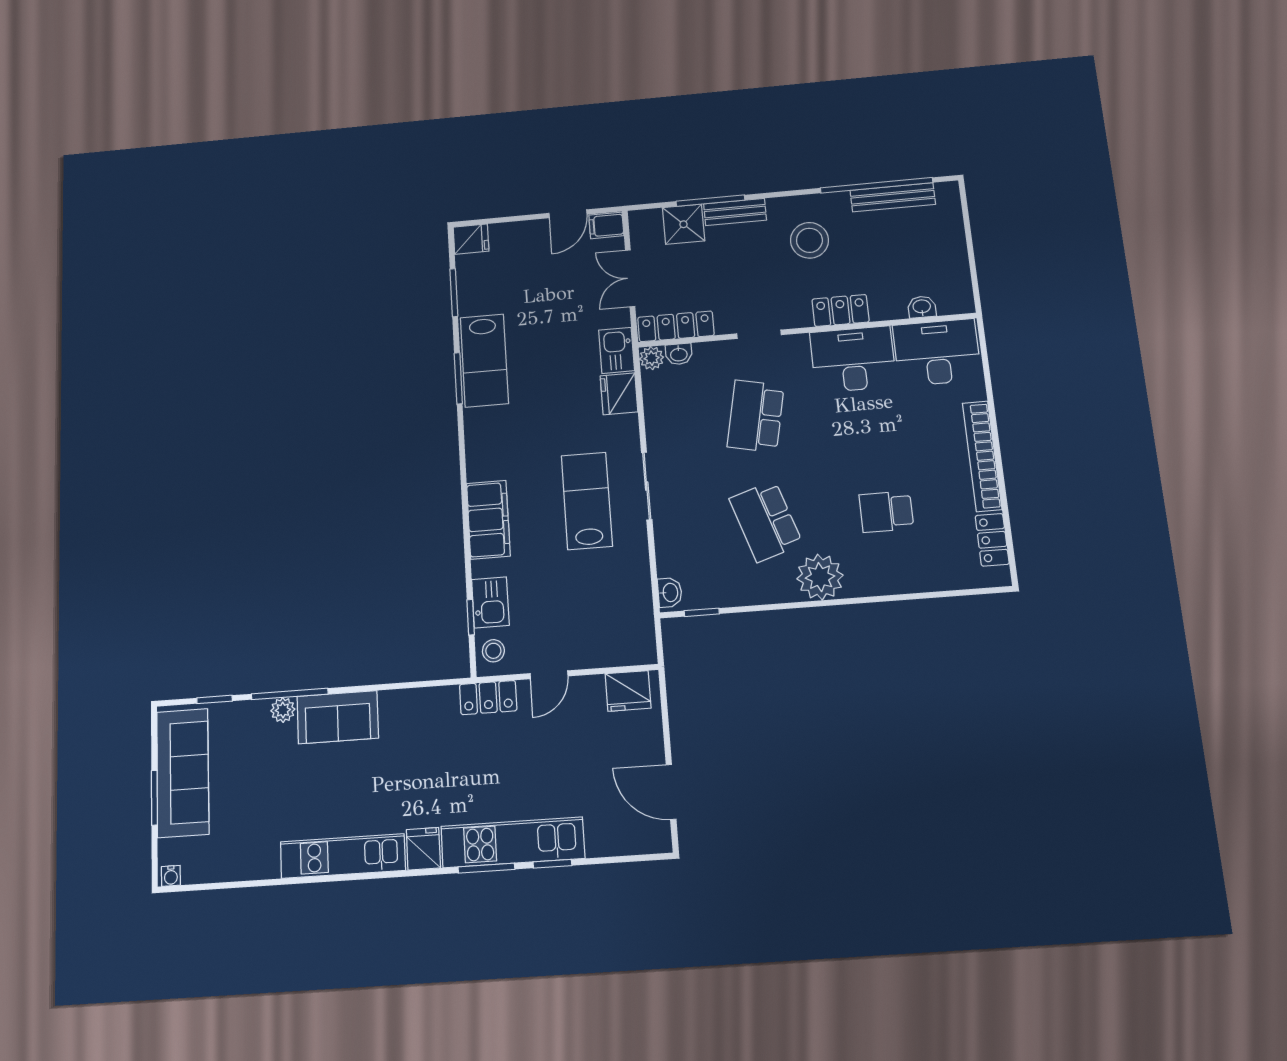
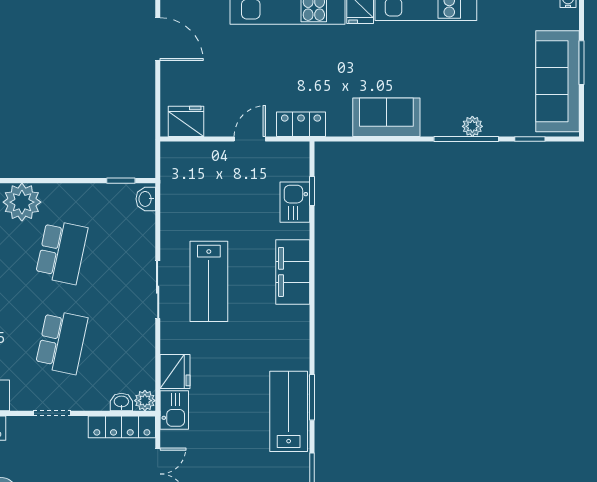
school desk: (766, 521) -> (62, 252), turned 30
stool: (493, 651) -> (295, 162), removed
sofa: (338, 717) -> (386, 117), moved

